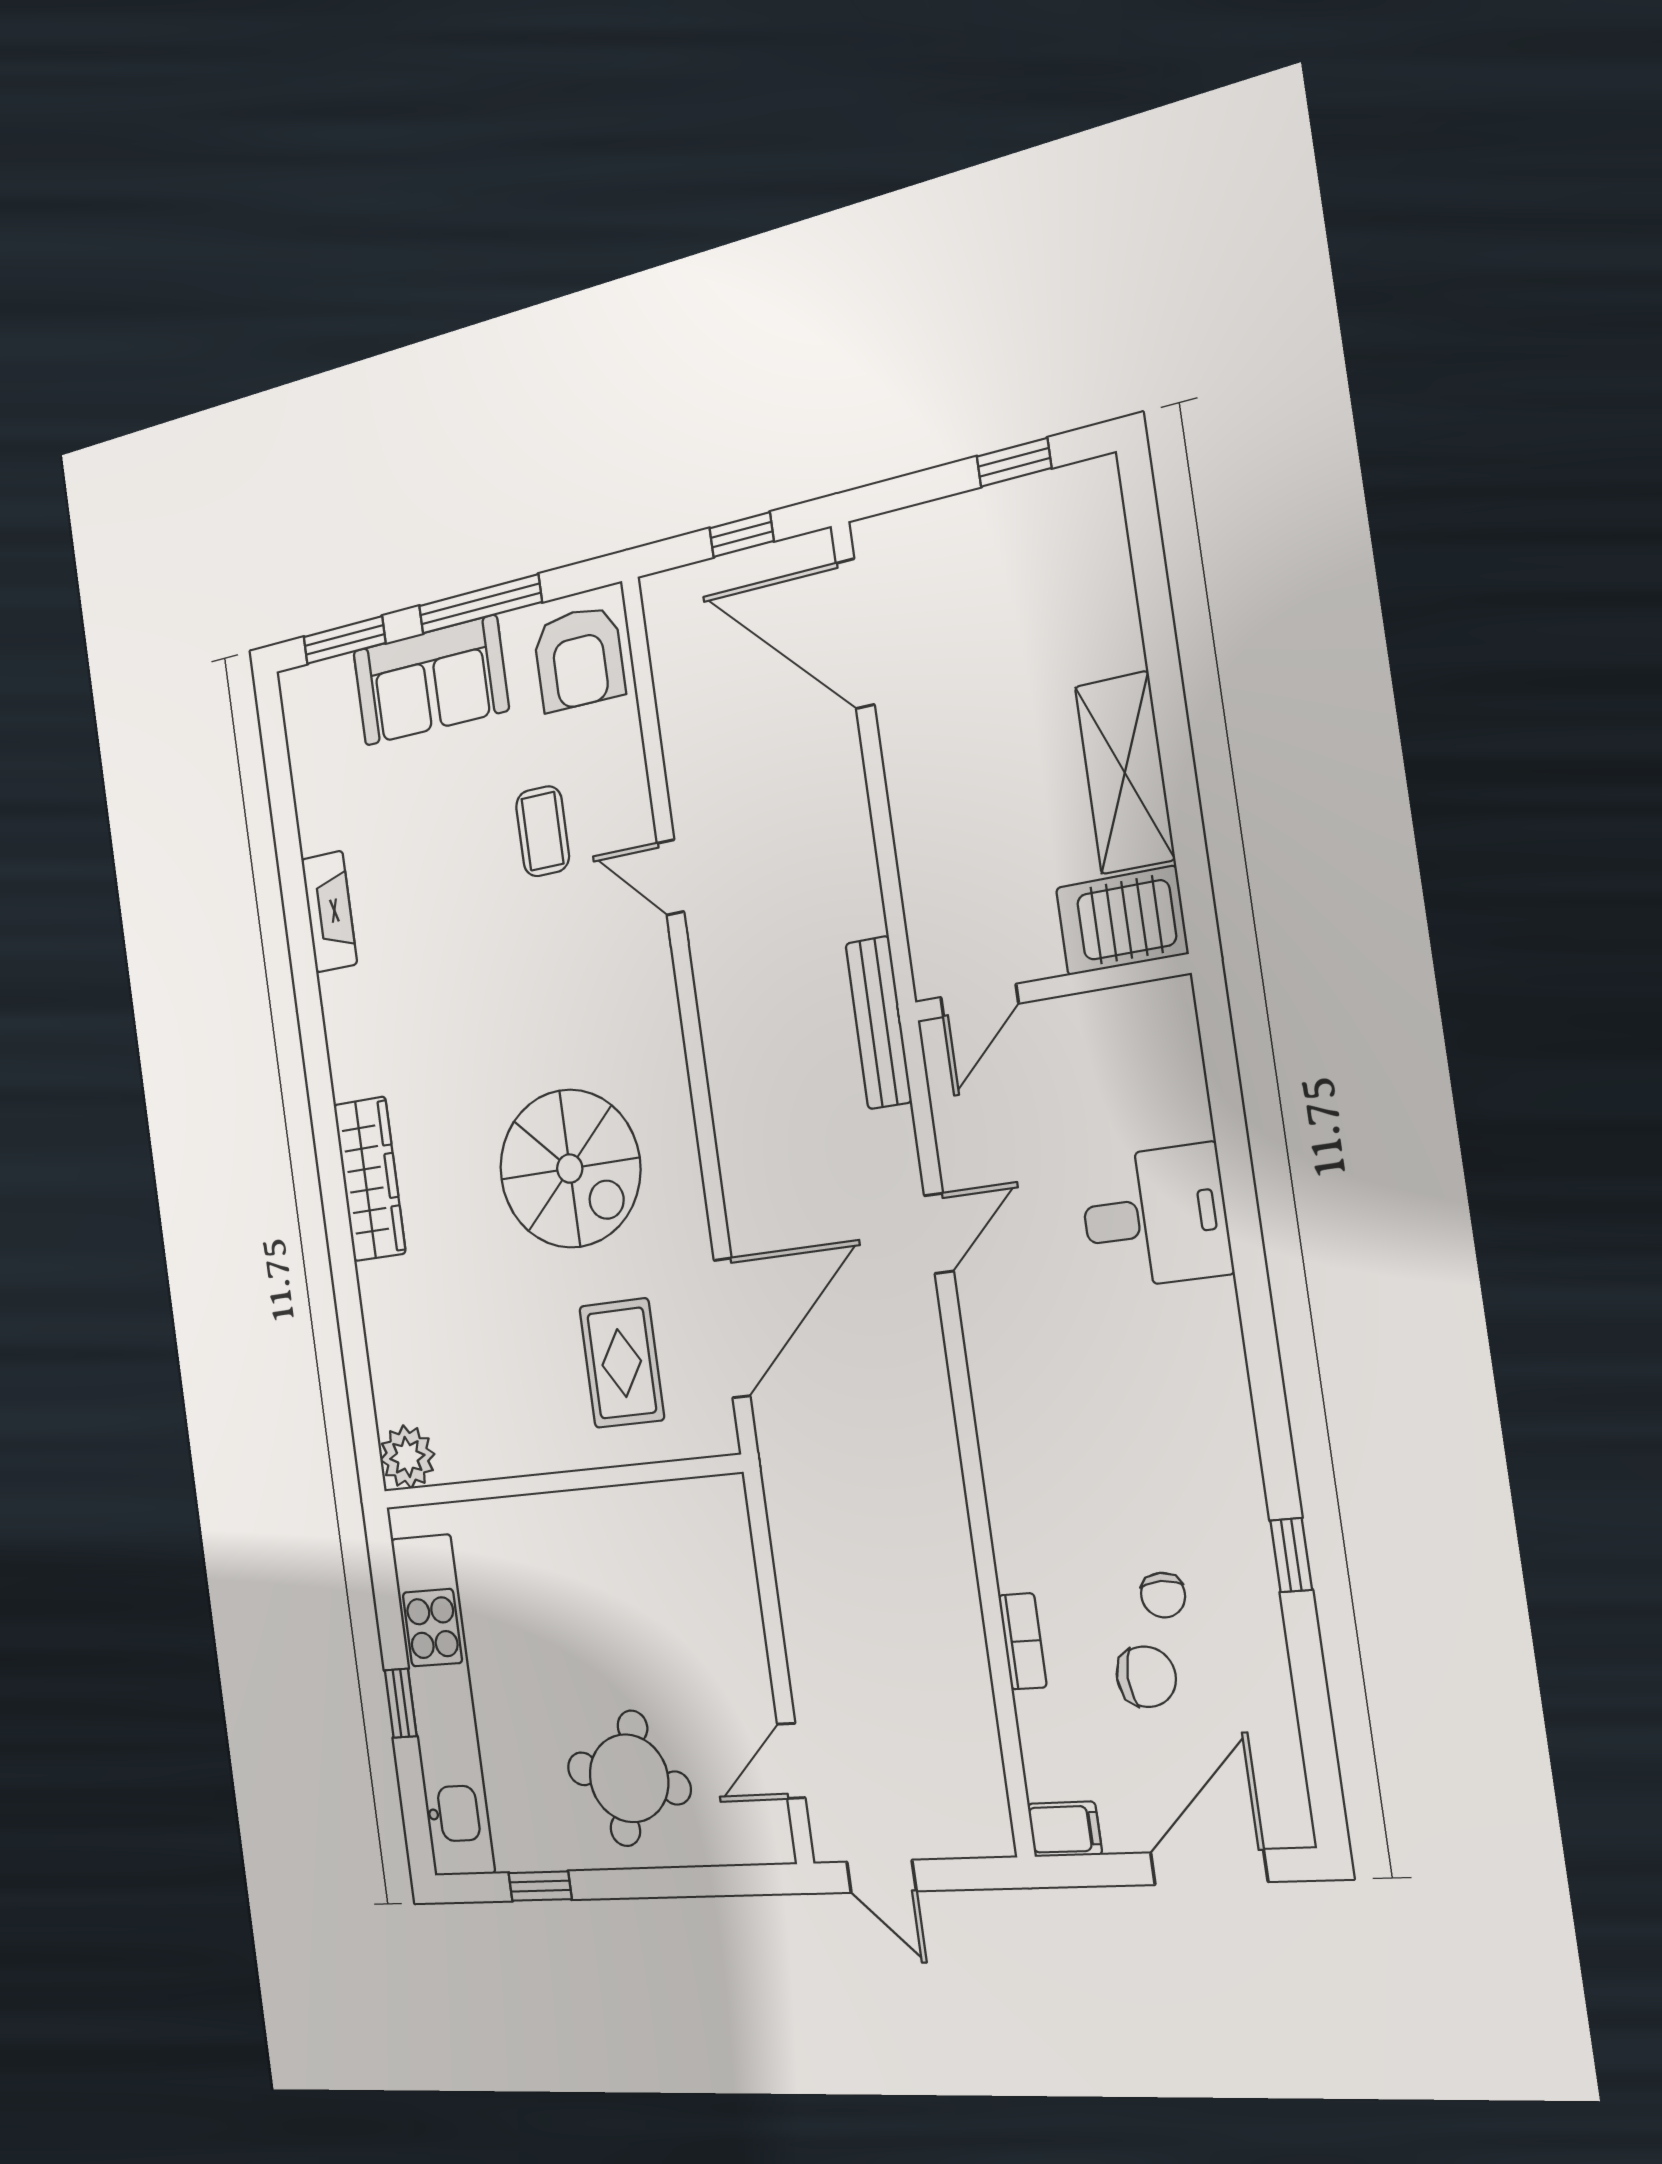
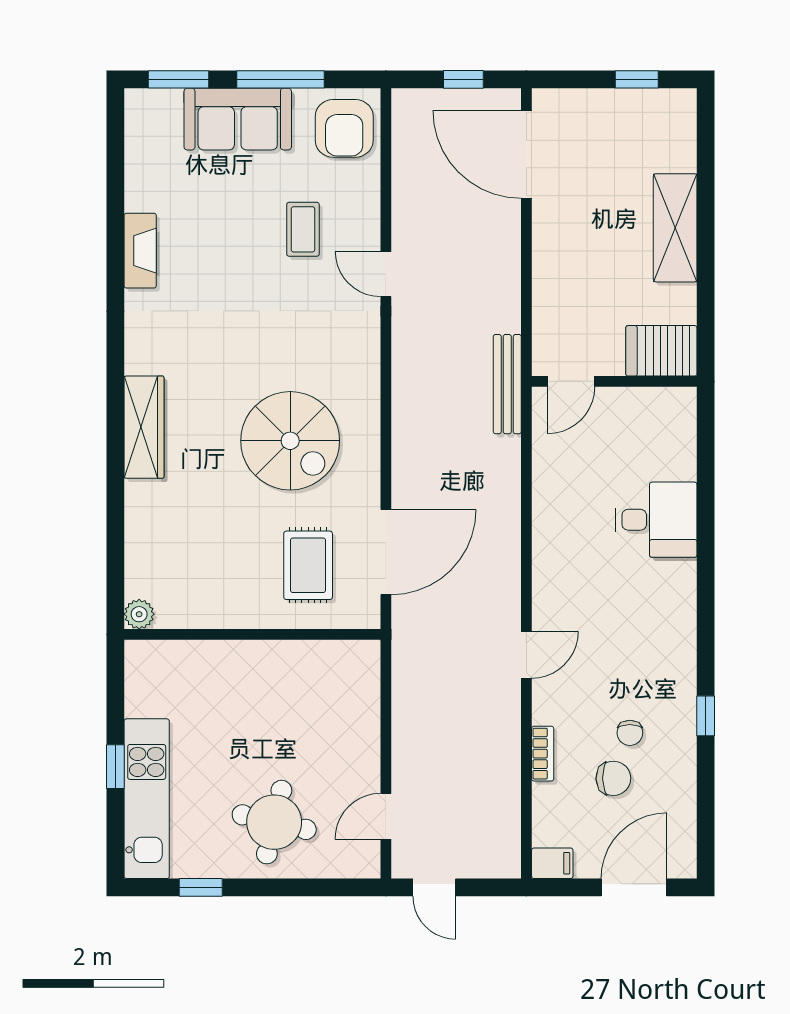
shelving: (1125, 773) -> (675, 228), moved
door: (939, 1233) -> (526, 655), moved
plant: (407, 1457) -> (139, 614), width x0.73, depth x0.73
kitchen unit: (443, 1705) -> (147, 799), width x0.73

